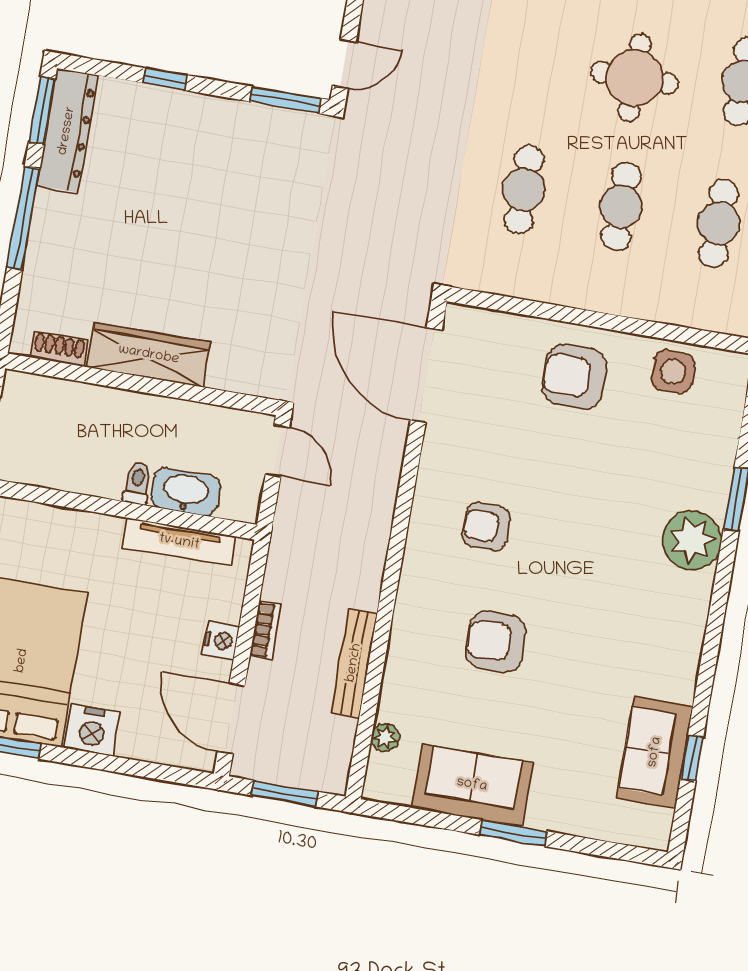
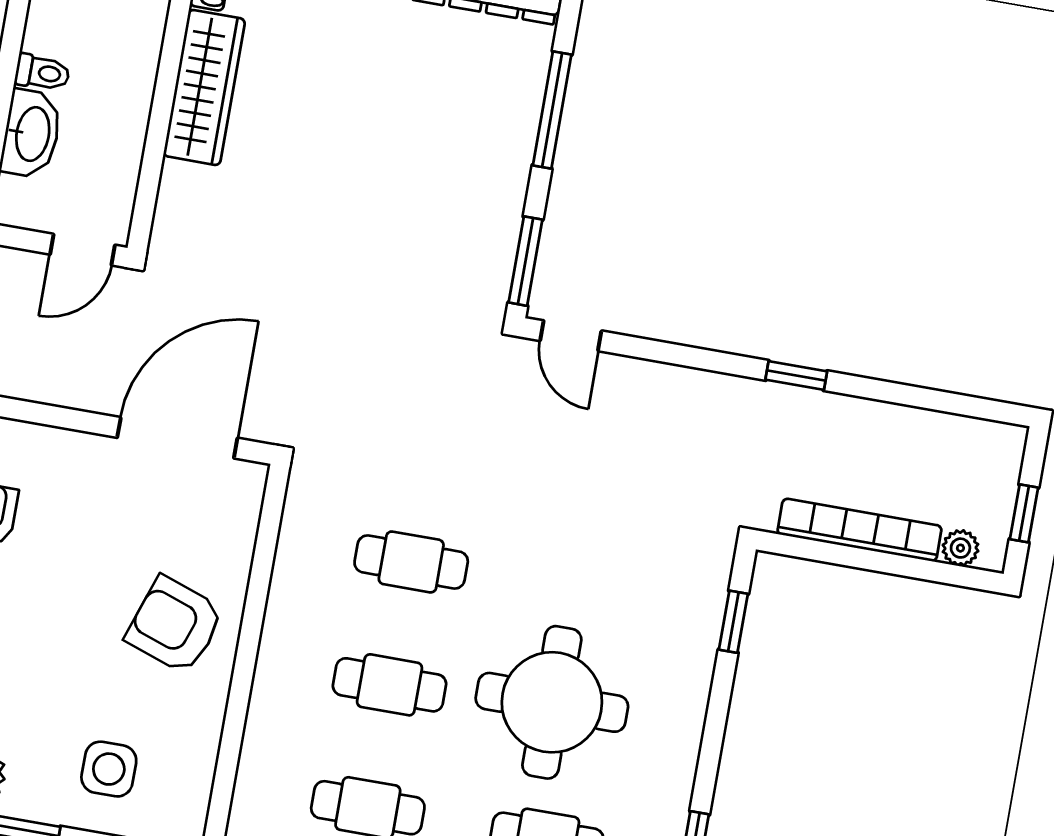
round table: (635, 78) -> (552, 702), width x1.36, depth x1.36
window: (165, 79) -> (552, 110), width x2.17
side table: (673, 372) -> (109, 769), moved
armchair: (574, 377) -> (175, 625), turned -71

